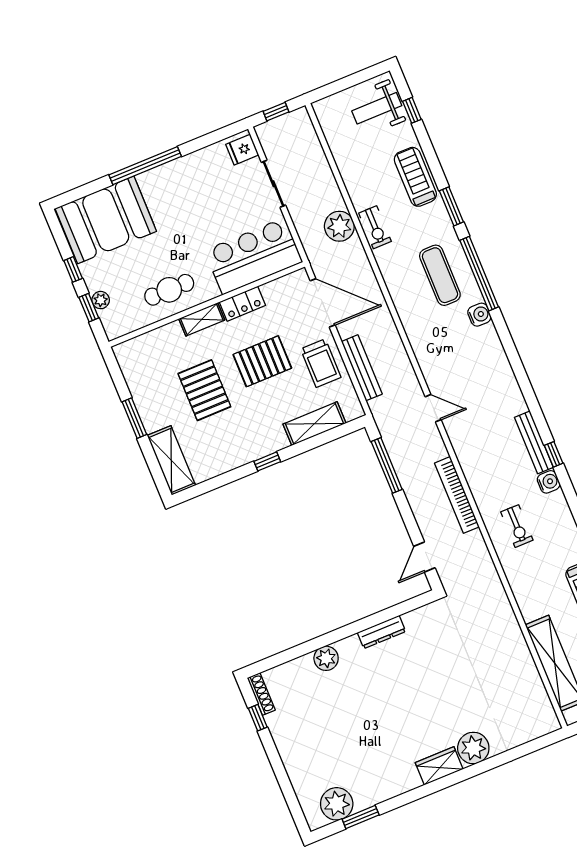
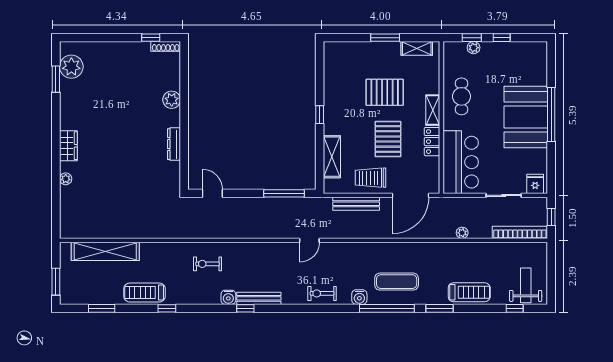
booth: (106, 220) -> (526, 117), moved
plant: (339, 226) -> (462, 233), width x0.53, depth x0.53
exercise bike: (375, 227) -> (322, 293), moved
shelving: (171, 460) -> (417, 48), moved, width x0.67, depth x0.75
bookcase: (457, 495) -> (520, 232), moved
plant: (473, 748) -> (66, 179), width x0.53, depth x0.53

